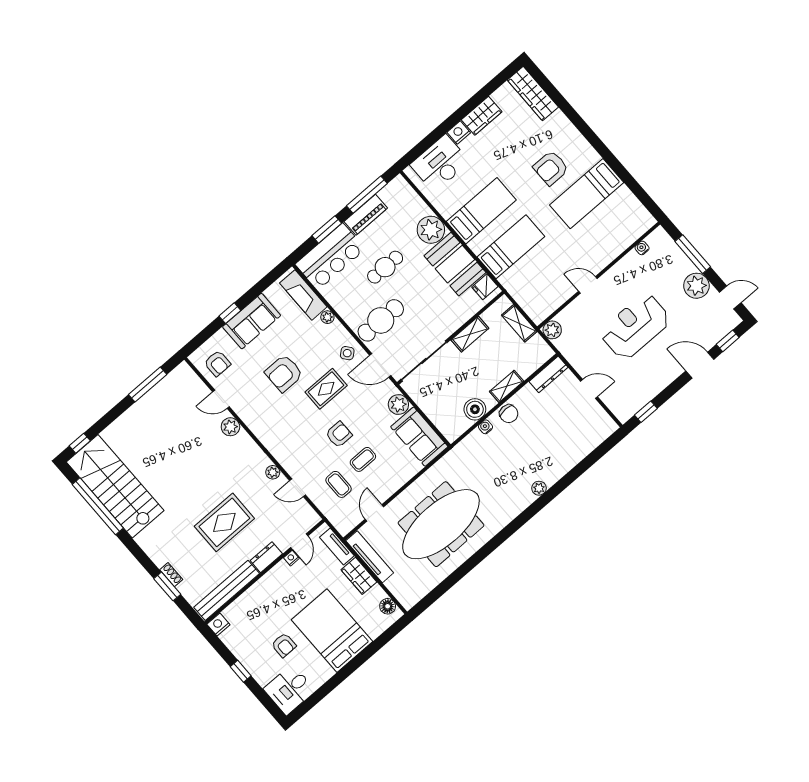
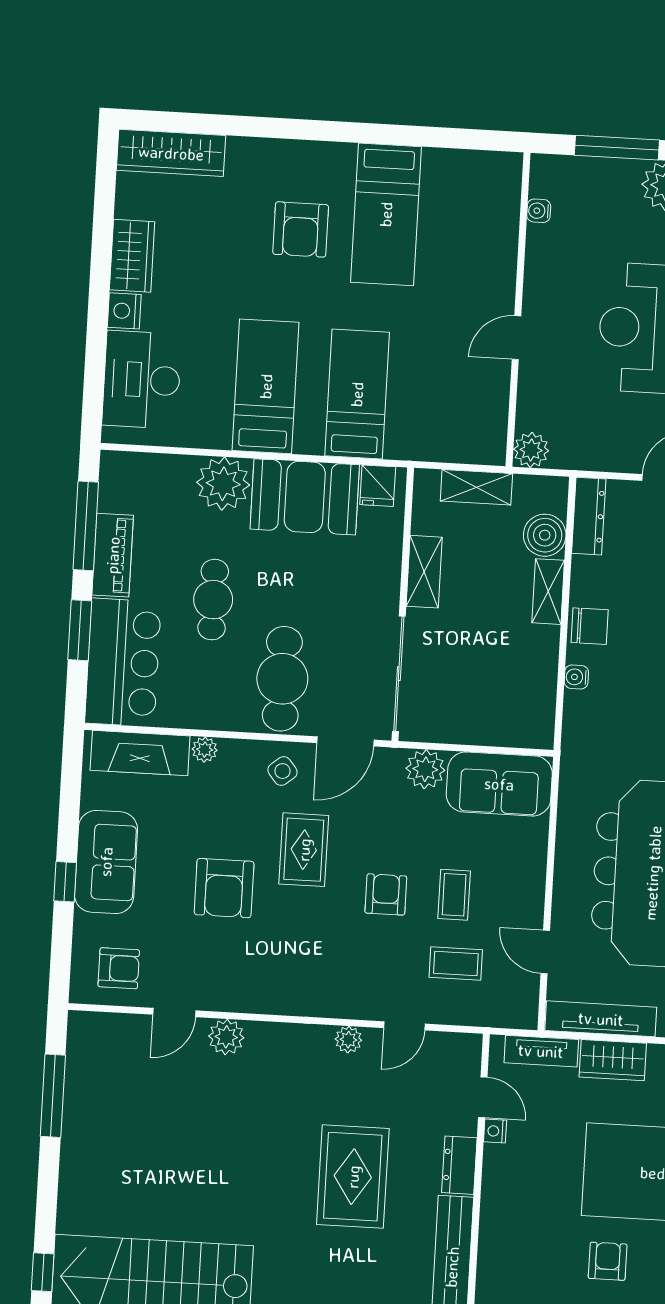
boiler: (475, 409) -> (545, 535), moved
armchair: (284, 645) -> (608, 1261), turned -90

